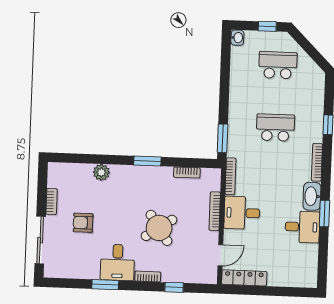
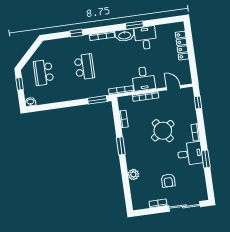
school desk: (275, 128) -> (84, 67), turned 180
locker: (244, 278) -> (182, 46), moved
window: (174, 287) -> (198, 102), moved

